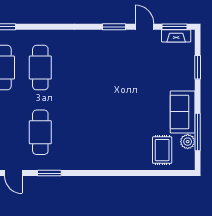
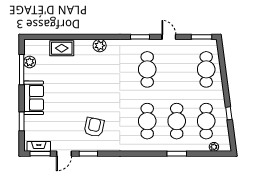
door: (145, 27) -> (64, 154), hinge flipped
armchair: (107, 60) -> (94, 127), added
sofa: (183, 112) -> (34, 98), moved
rug: (162, 150) -> (62, 48), moved, turned 90
plant: (100, 162) -> (100, 46), added

